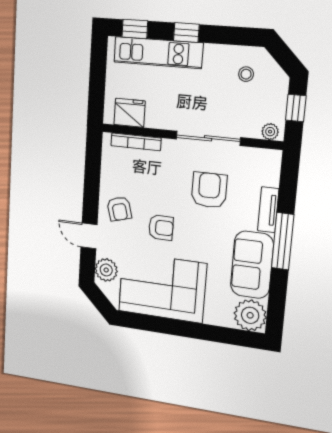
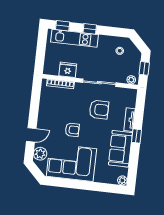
fridge: (130, 113) -> (68, 70), moved
armchair: (209, 190) -> (99, 110), turned 90
armchair: (119, 209) -> (49, 120), removed
door: (89, 236) -> (31, 135), swing flipped
window: (283, 241) -> (136, 136), width x0.46
plant: (250, 315) -> (122, 180), width x0.53, depth x0.53

